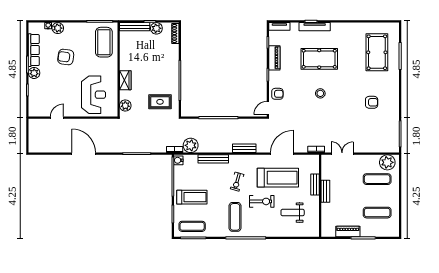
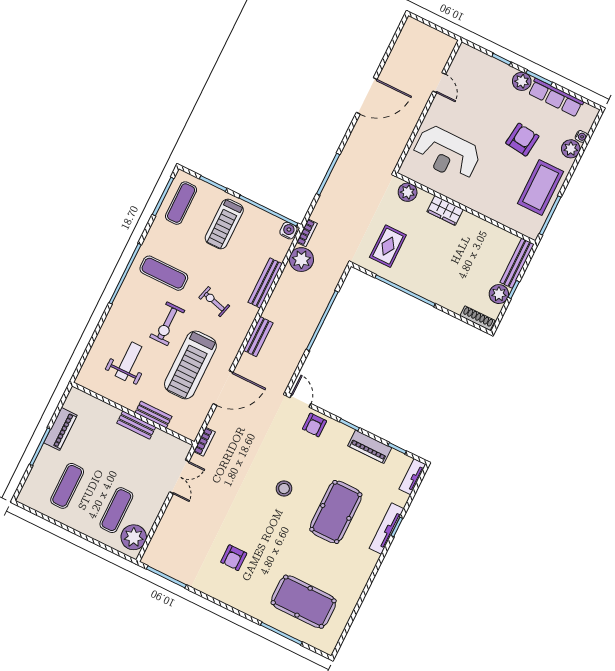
coffee table: (104, 42) -> (541, 187), moved, turned 90
door: (282, 154) -> (223, 388), hinge flipped

